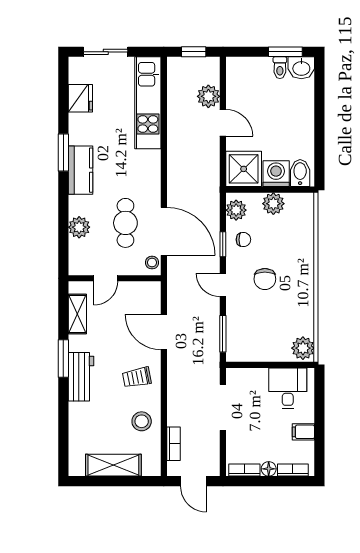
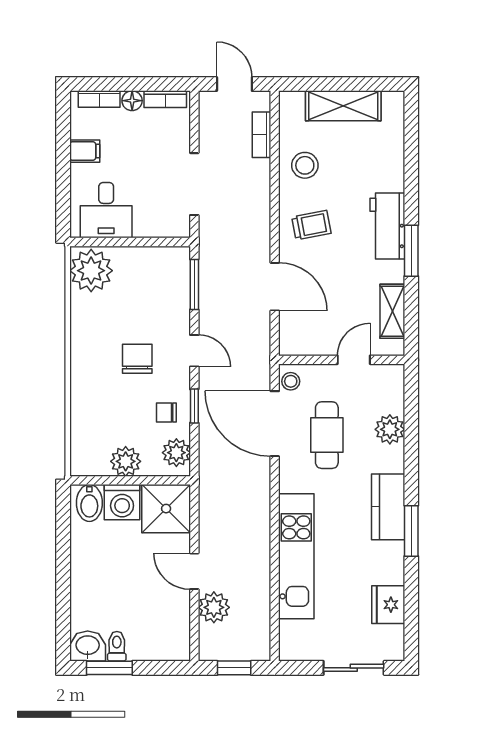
kitchen unit: (148, 103) -> (296, 556), moved
plant: (303, 348) -> (91, 271), width x1.36, depth x1.36

